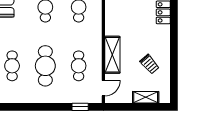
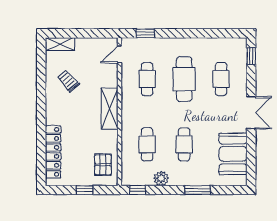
shelving: (112, 55) -> (110, 109), moved
shelving: (146, 97) -> (60, 44), moved

